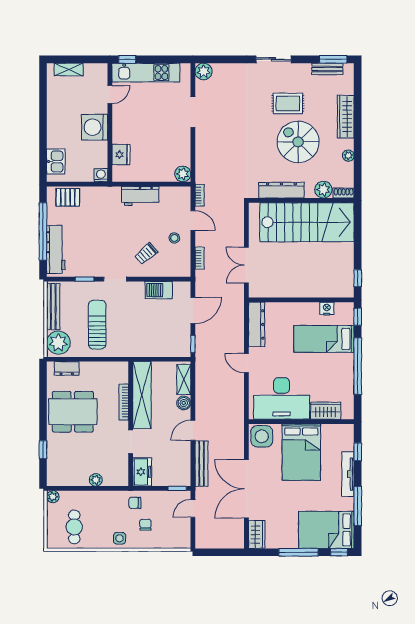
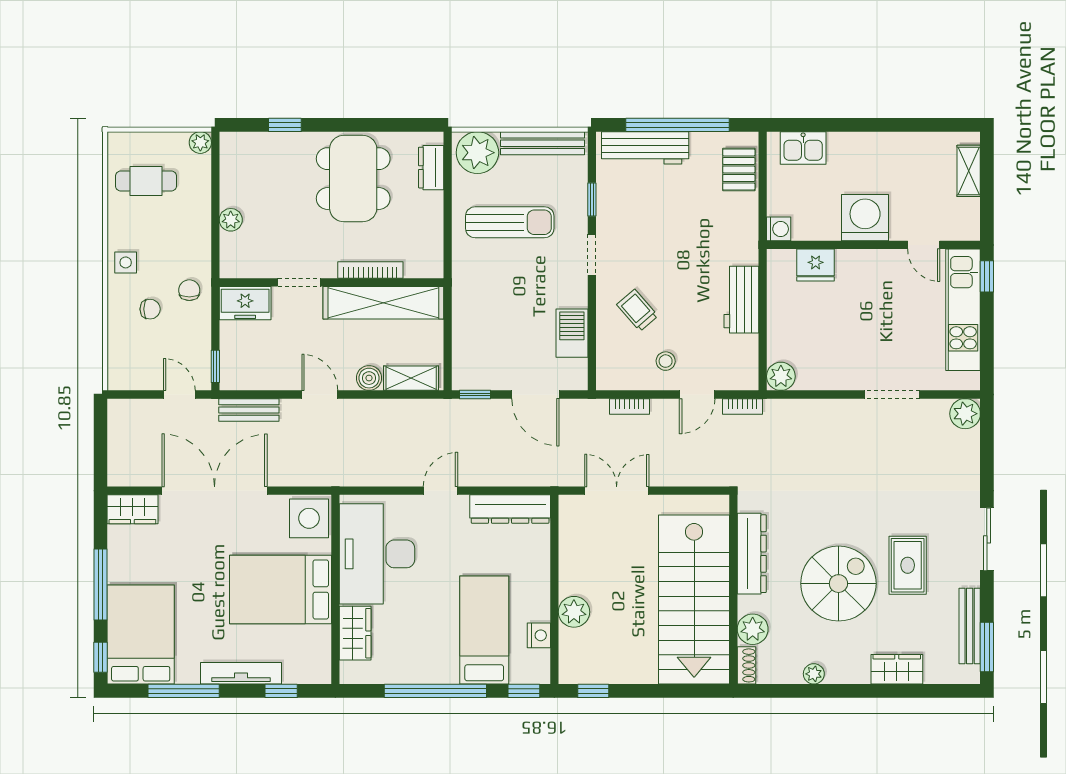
bench: (327, 69) -> (970, 626), width x1.36
wardrobe: (346, 117) -> (897, 669), width x0.67
plant: (314, 289) -> (574, 612), added
bench: (202, 464) -> (249, 410), width x0.73

